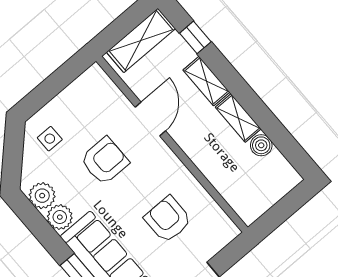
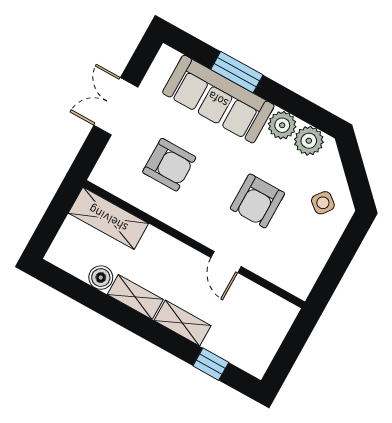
shelving: (141, 40) -> (108, 218), moved, turned 90
door: (150, 119) -> (226, 262), width x0.73
side table: (50, 139) -> (323, 203), turned 38

